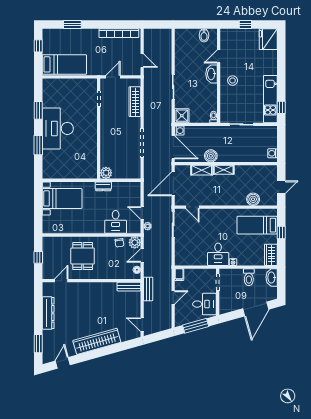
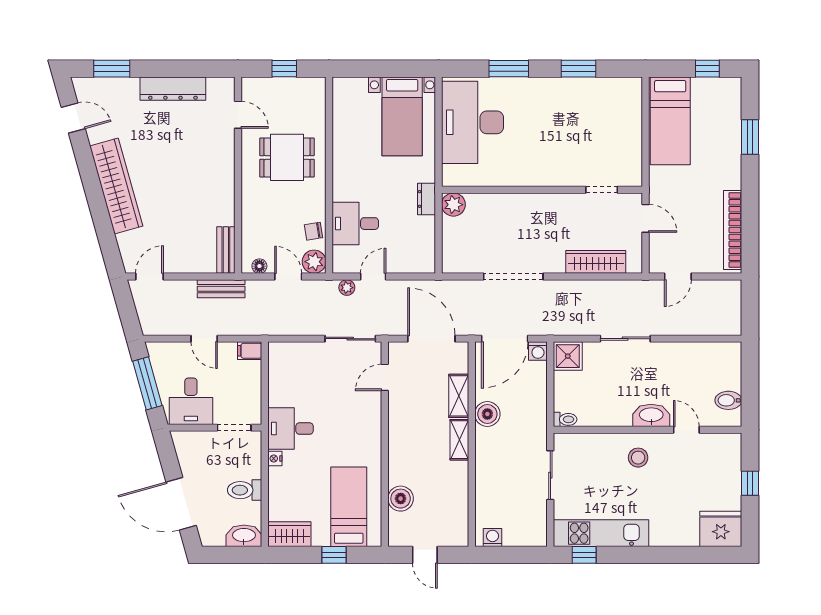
desk: (58, 128) -> (473, 122), moved, turned -90

